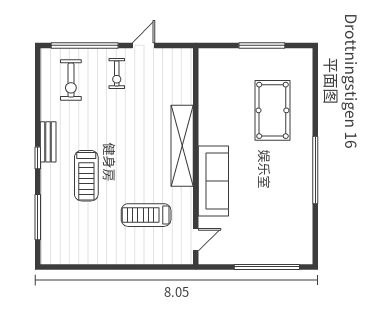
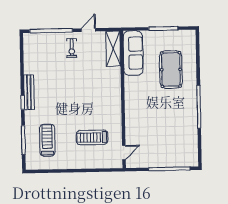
exercise bike: (71, 80) -> (43, 53), removed
bench: (48, 142) -> (29, 92), width x1.36
shelving: (182, 146) -> (113, 49), moved, width x0.68
treadmill: (86, 176) -> (47, 140), moved, turned 180
sofa: (213, 181) -> (133, 53), moved

